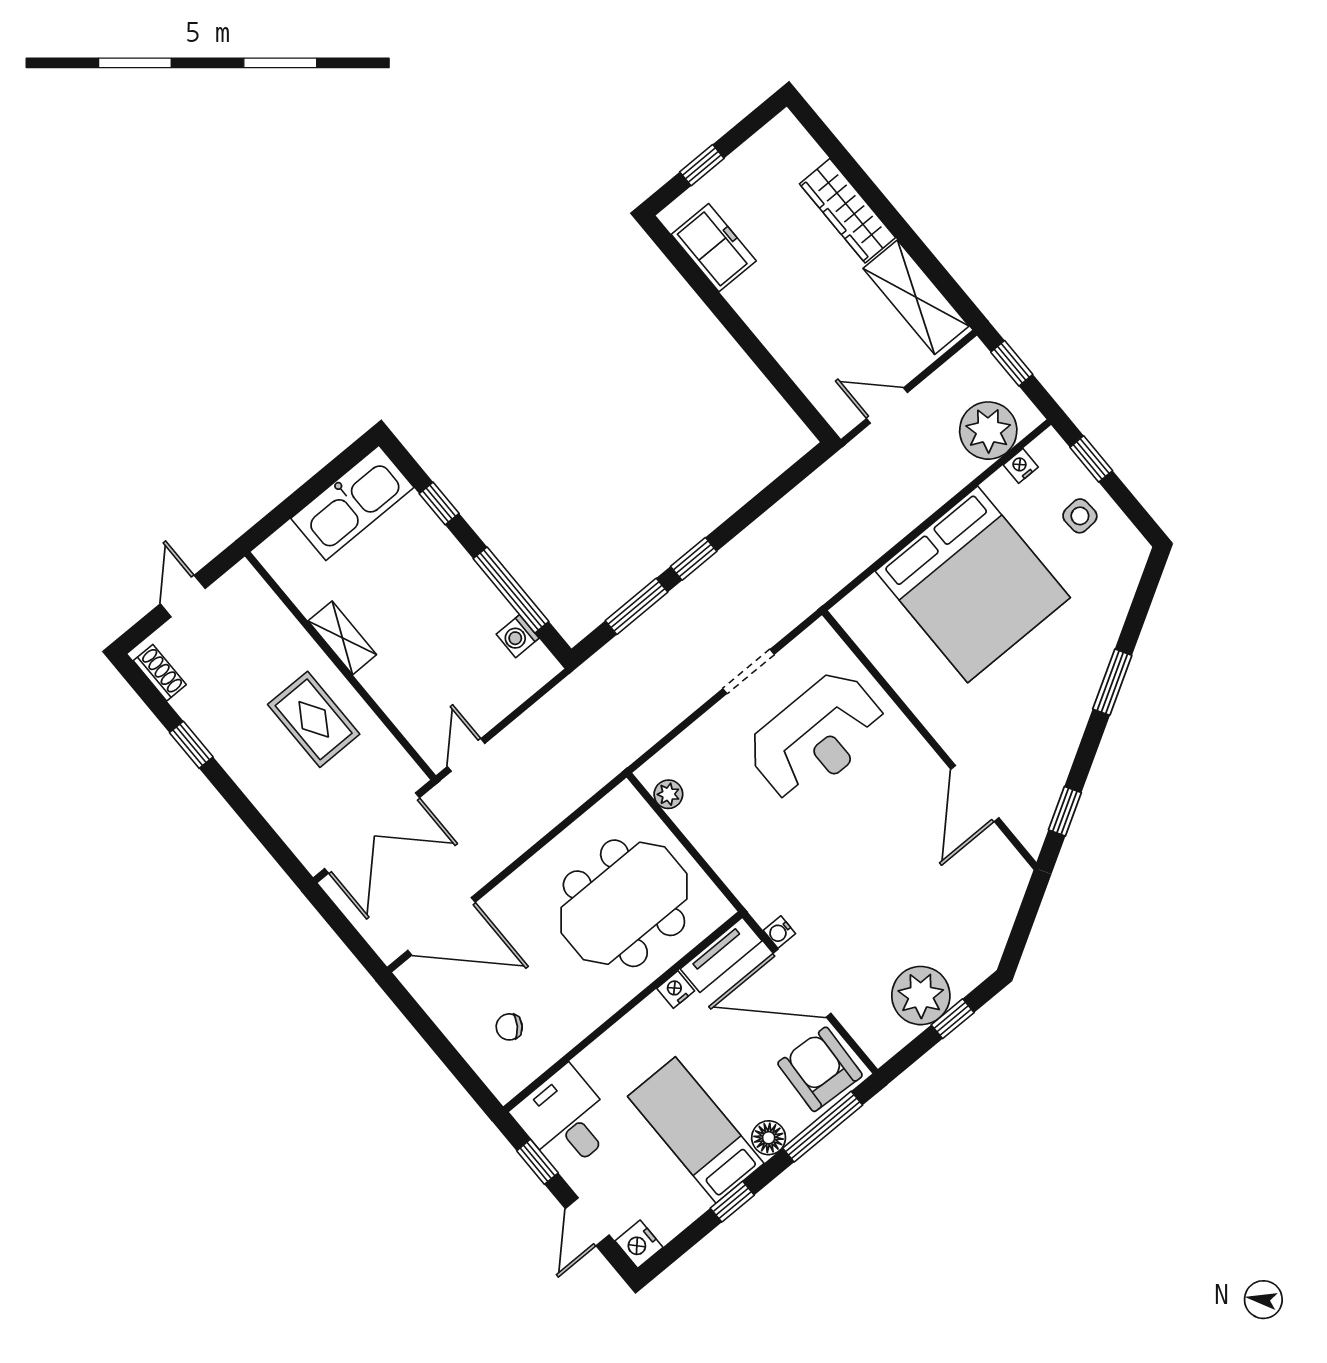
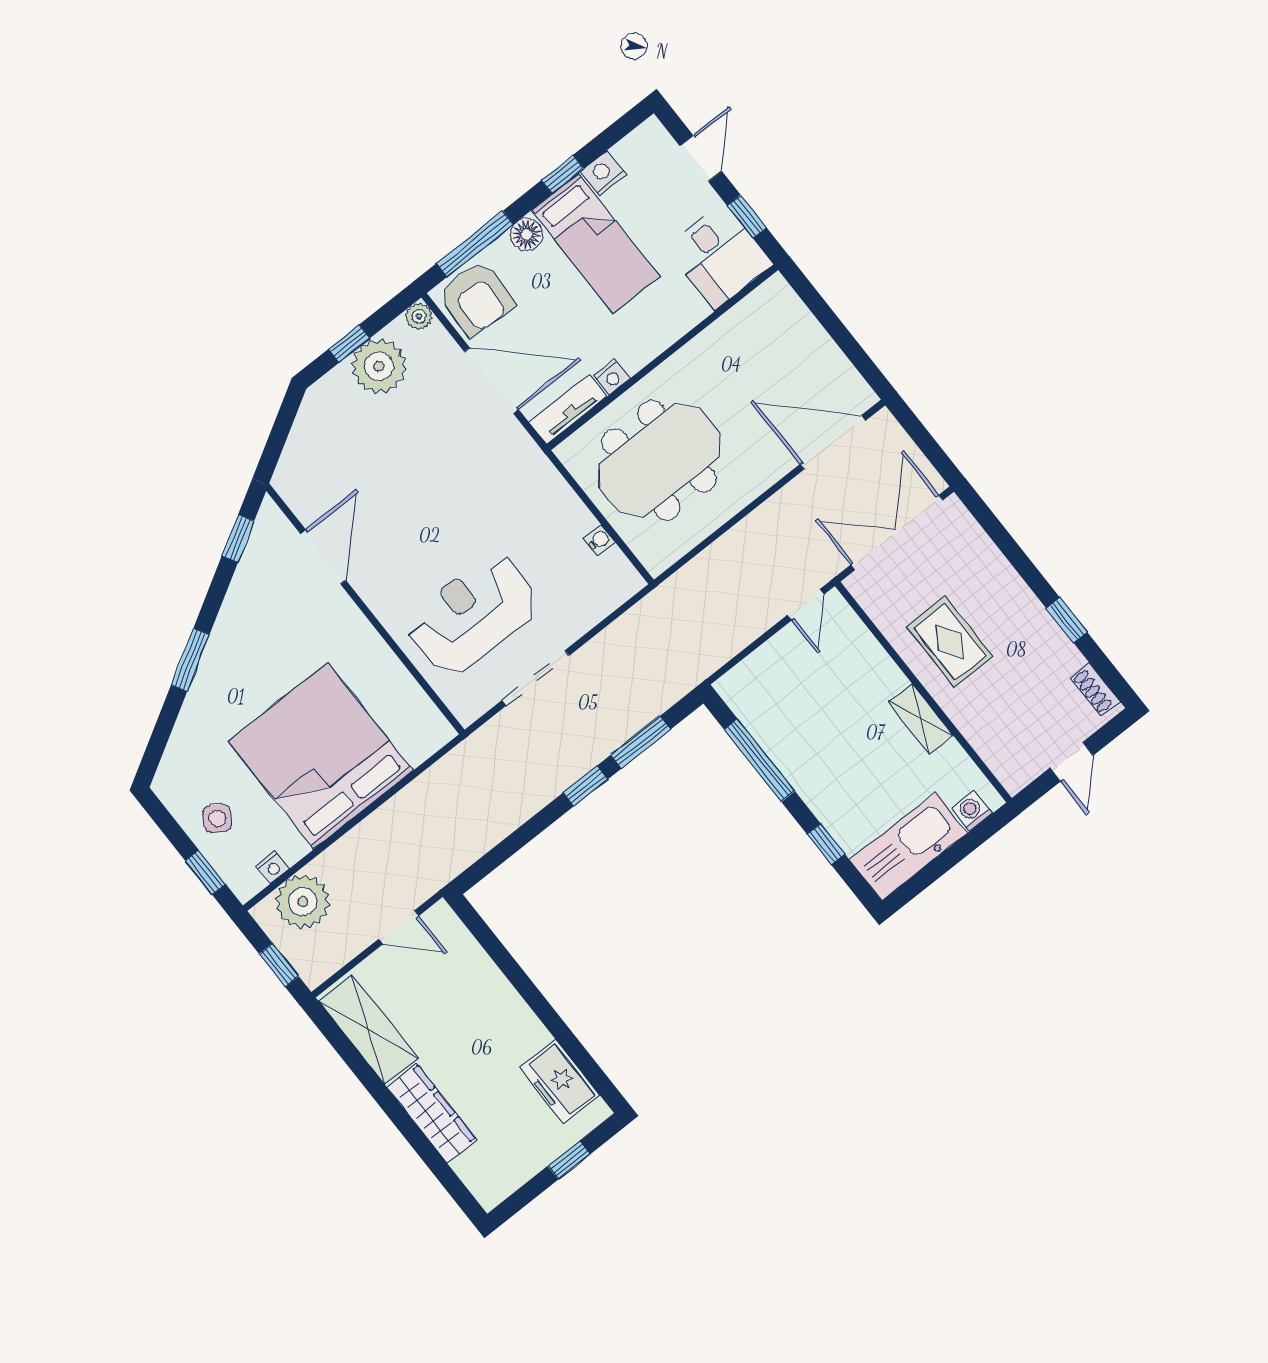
side table: (1080, 516) -> (217, 819), turned 36
washing machine: (518, 636) -> (972, 811), moved, turned -90
doorway: (749, 671) -> (536, 678), width x1.38
plant: (668, 794) -> (419, 316), moved
water cooler: (779, 932) -> (599, 540), moved
chair: (509, 1027) -> (771, 345), removed
nightstand: (639, 1244) -> (603, 173), moved, turned -90

